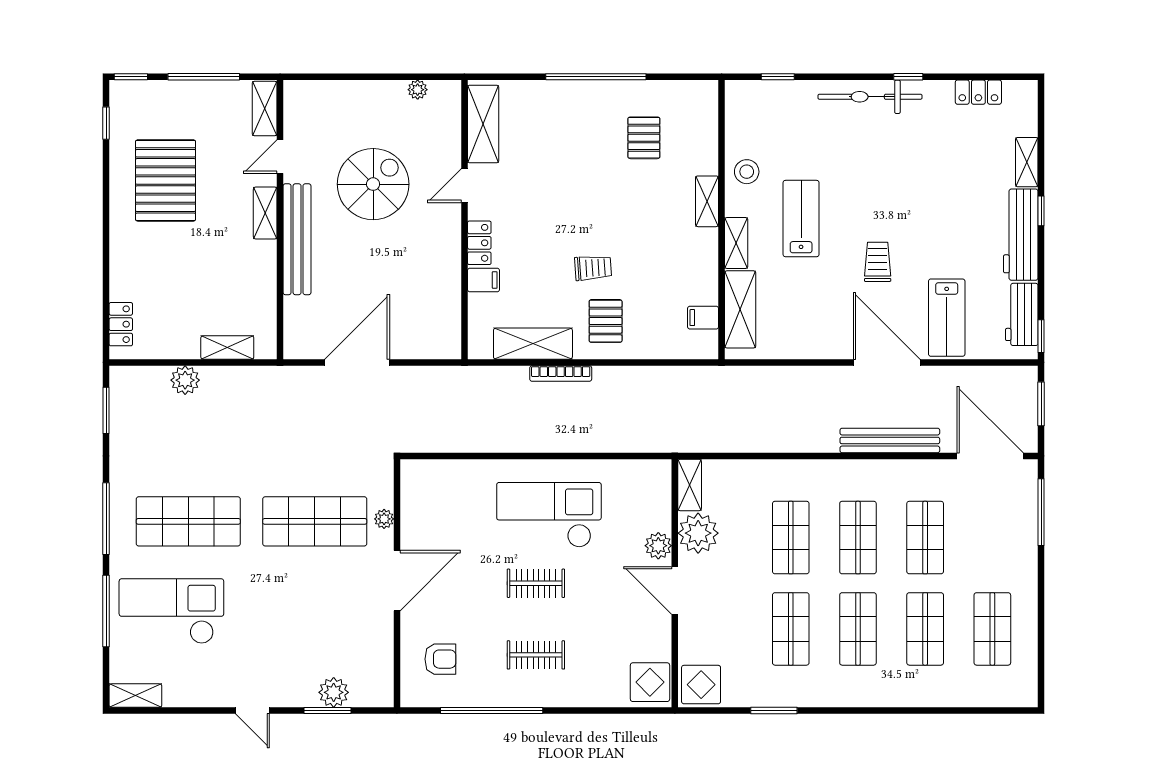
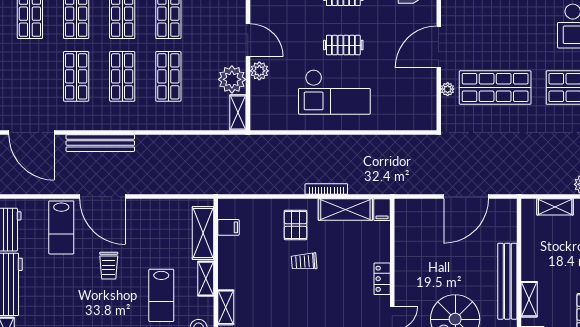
filing cabinet: (484, 280) -> (382, 210), moved, turned -90
lab bench: (947, 318) -> (61, 227), turned 180

